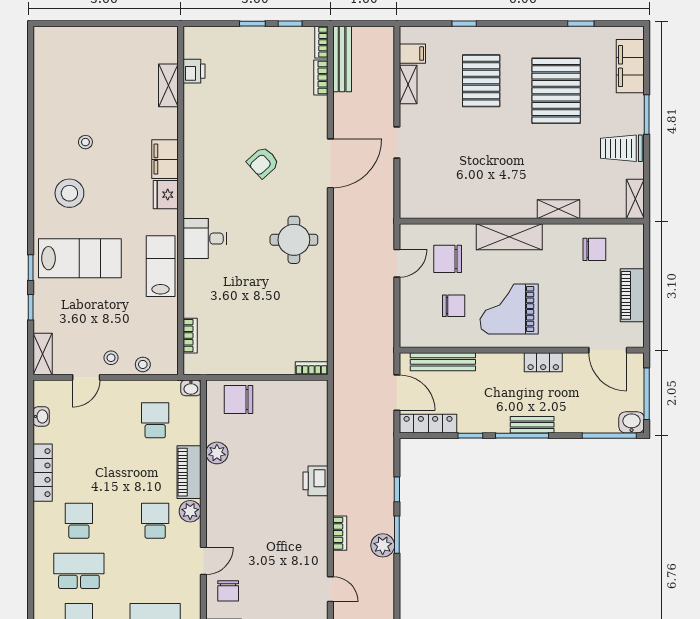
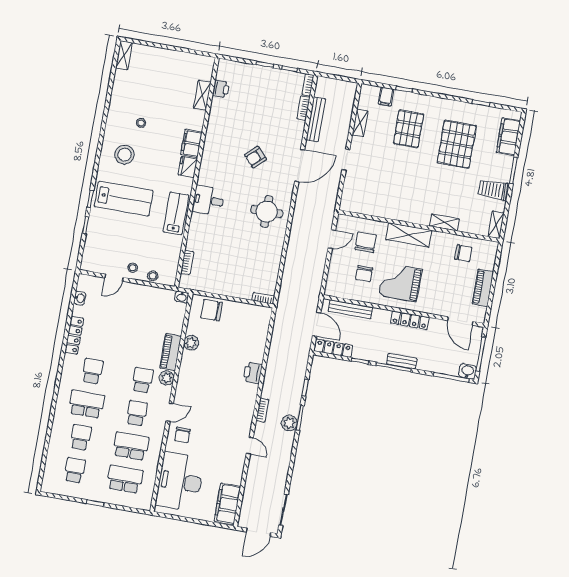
filing cabinet: (412, 54) -> (386, 97), moved, turned 90
bench: (342, 59) -> (316, 119), moved
chair: (448, 259) -> (366, 242), turned 90
chair: (454, 306) -> (364, 274), turned 90
shelving: (43, 354) -> (124, 55), moved
locker: (543, 362) -> (410, 320), width x1.53
school desk: (155, 420) -> (137, 413), moved

